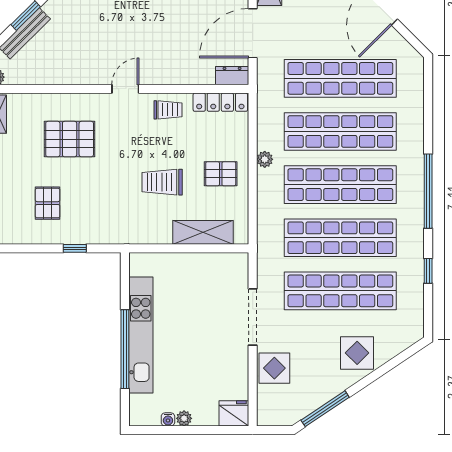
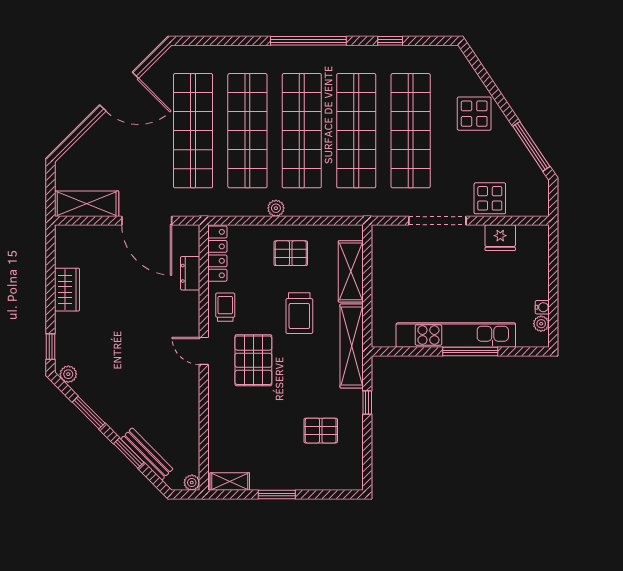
dresser: (232, 76) -> (190, 273), moved
pallet: (70, 139) -> (253, 360), moved
pallet: (221, 174) -> (291, 253), turned 90
shelving: (130, 233) -> (352, 346), added
window: (125, 349) -> (470, 351), width x0.68
fridge: (234, 413) -> (500, 238), moved, turned -90
plant: (184, 418) -> (541, 324), moved

